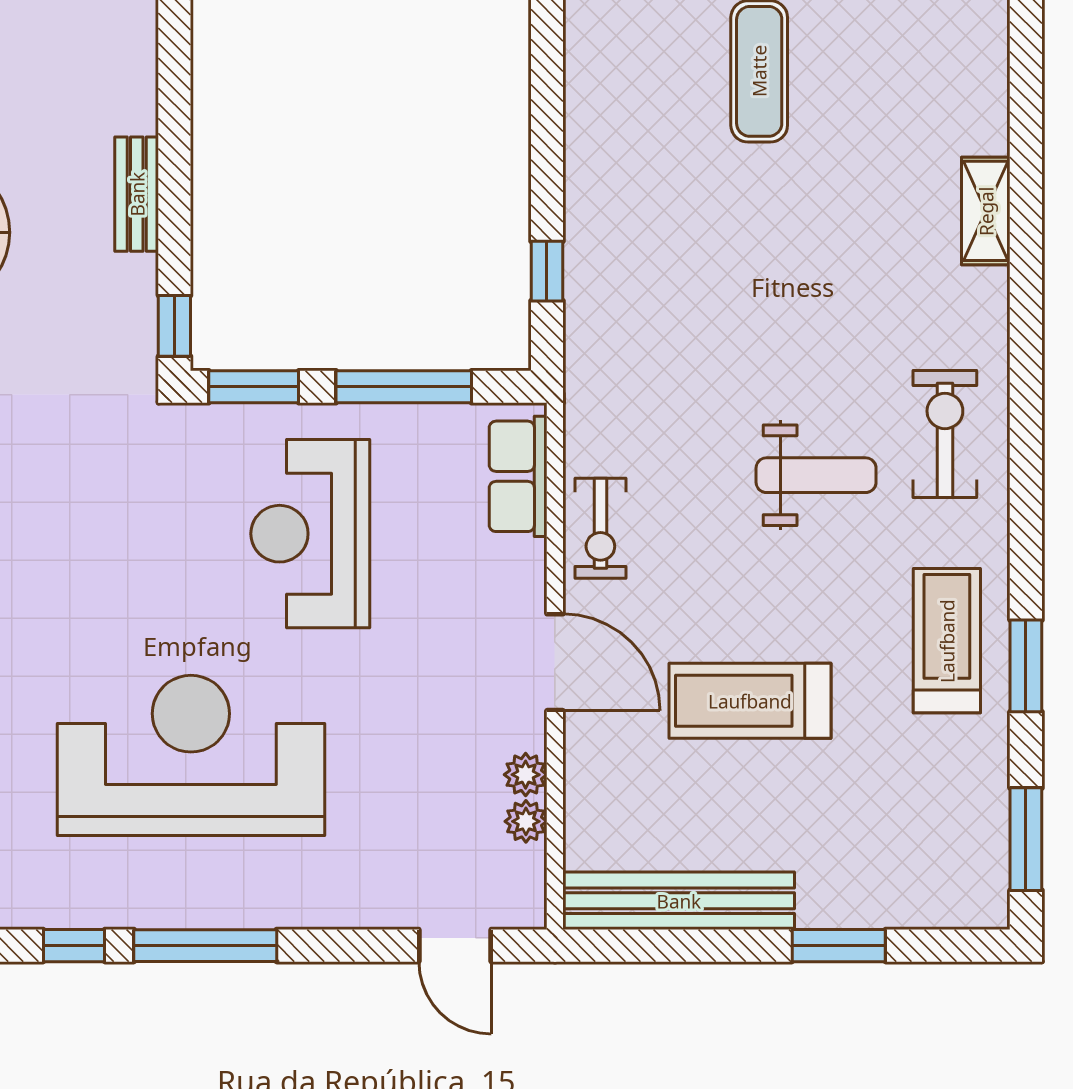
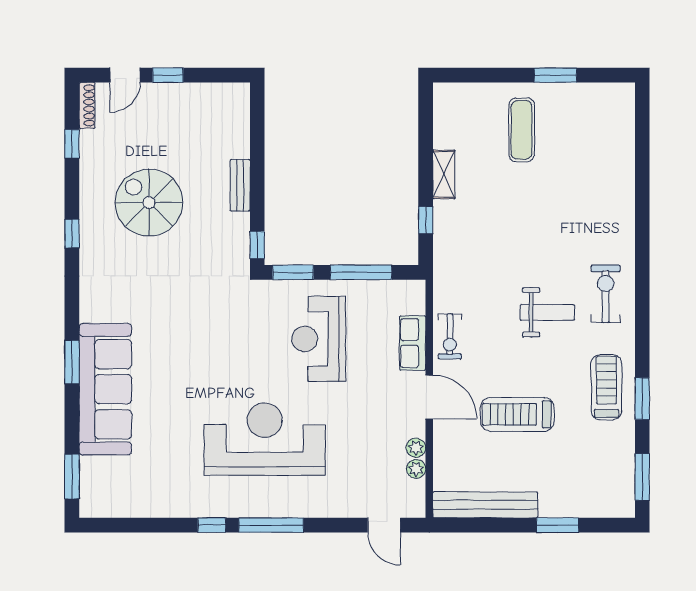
shelving: (986, 211) -> (444, 174), moved
row of seats: (518, 476) -> (413, 343), moved

